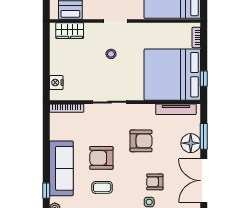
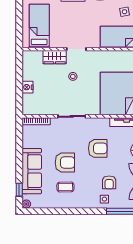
wardrobe: (70, 31) -> (55, 57), moved
nightstand: (56, 83) -> (27, 87), moved
armchair: (101, 158) -> (65, 163), turned 180
armchair: (155, 182) -> (109, 182), turned -90

